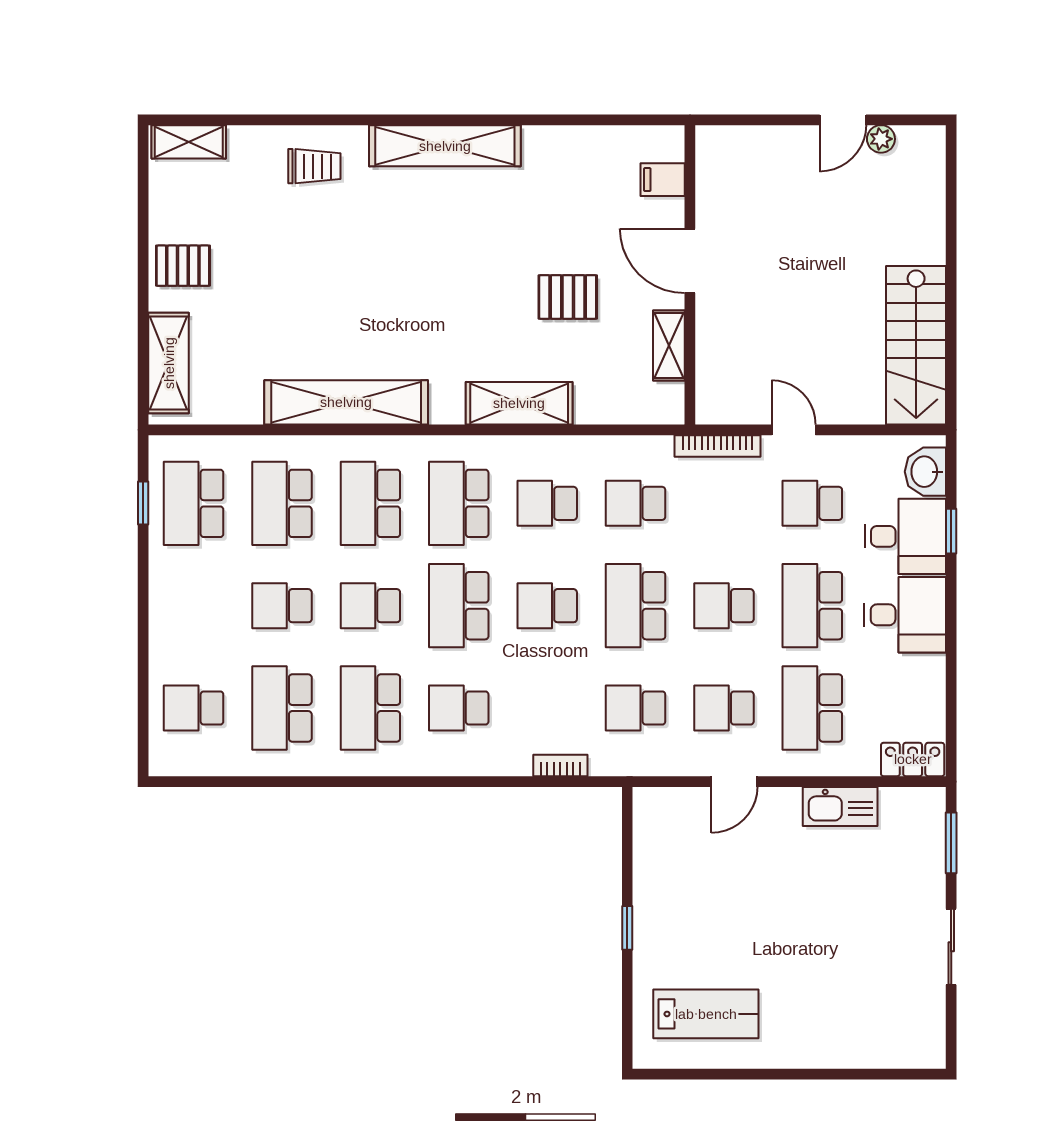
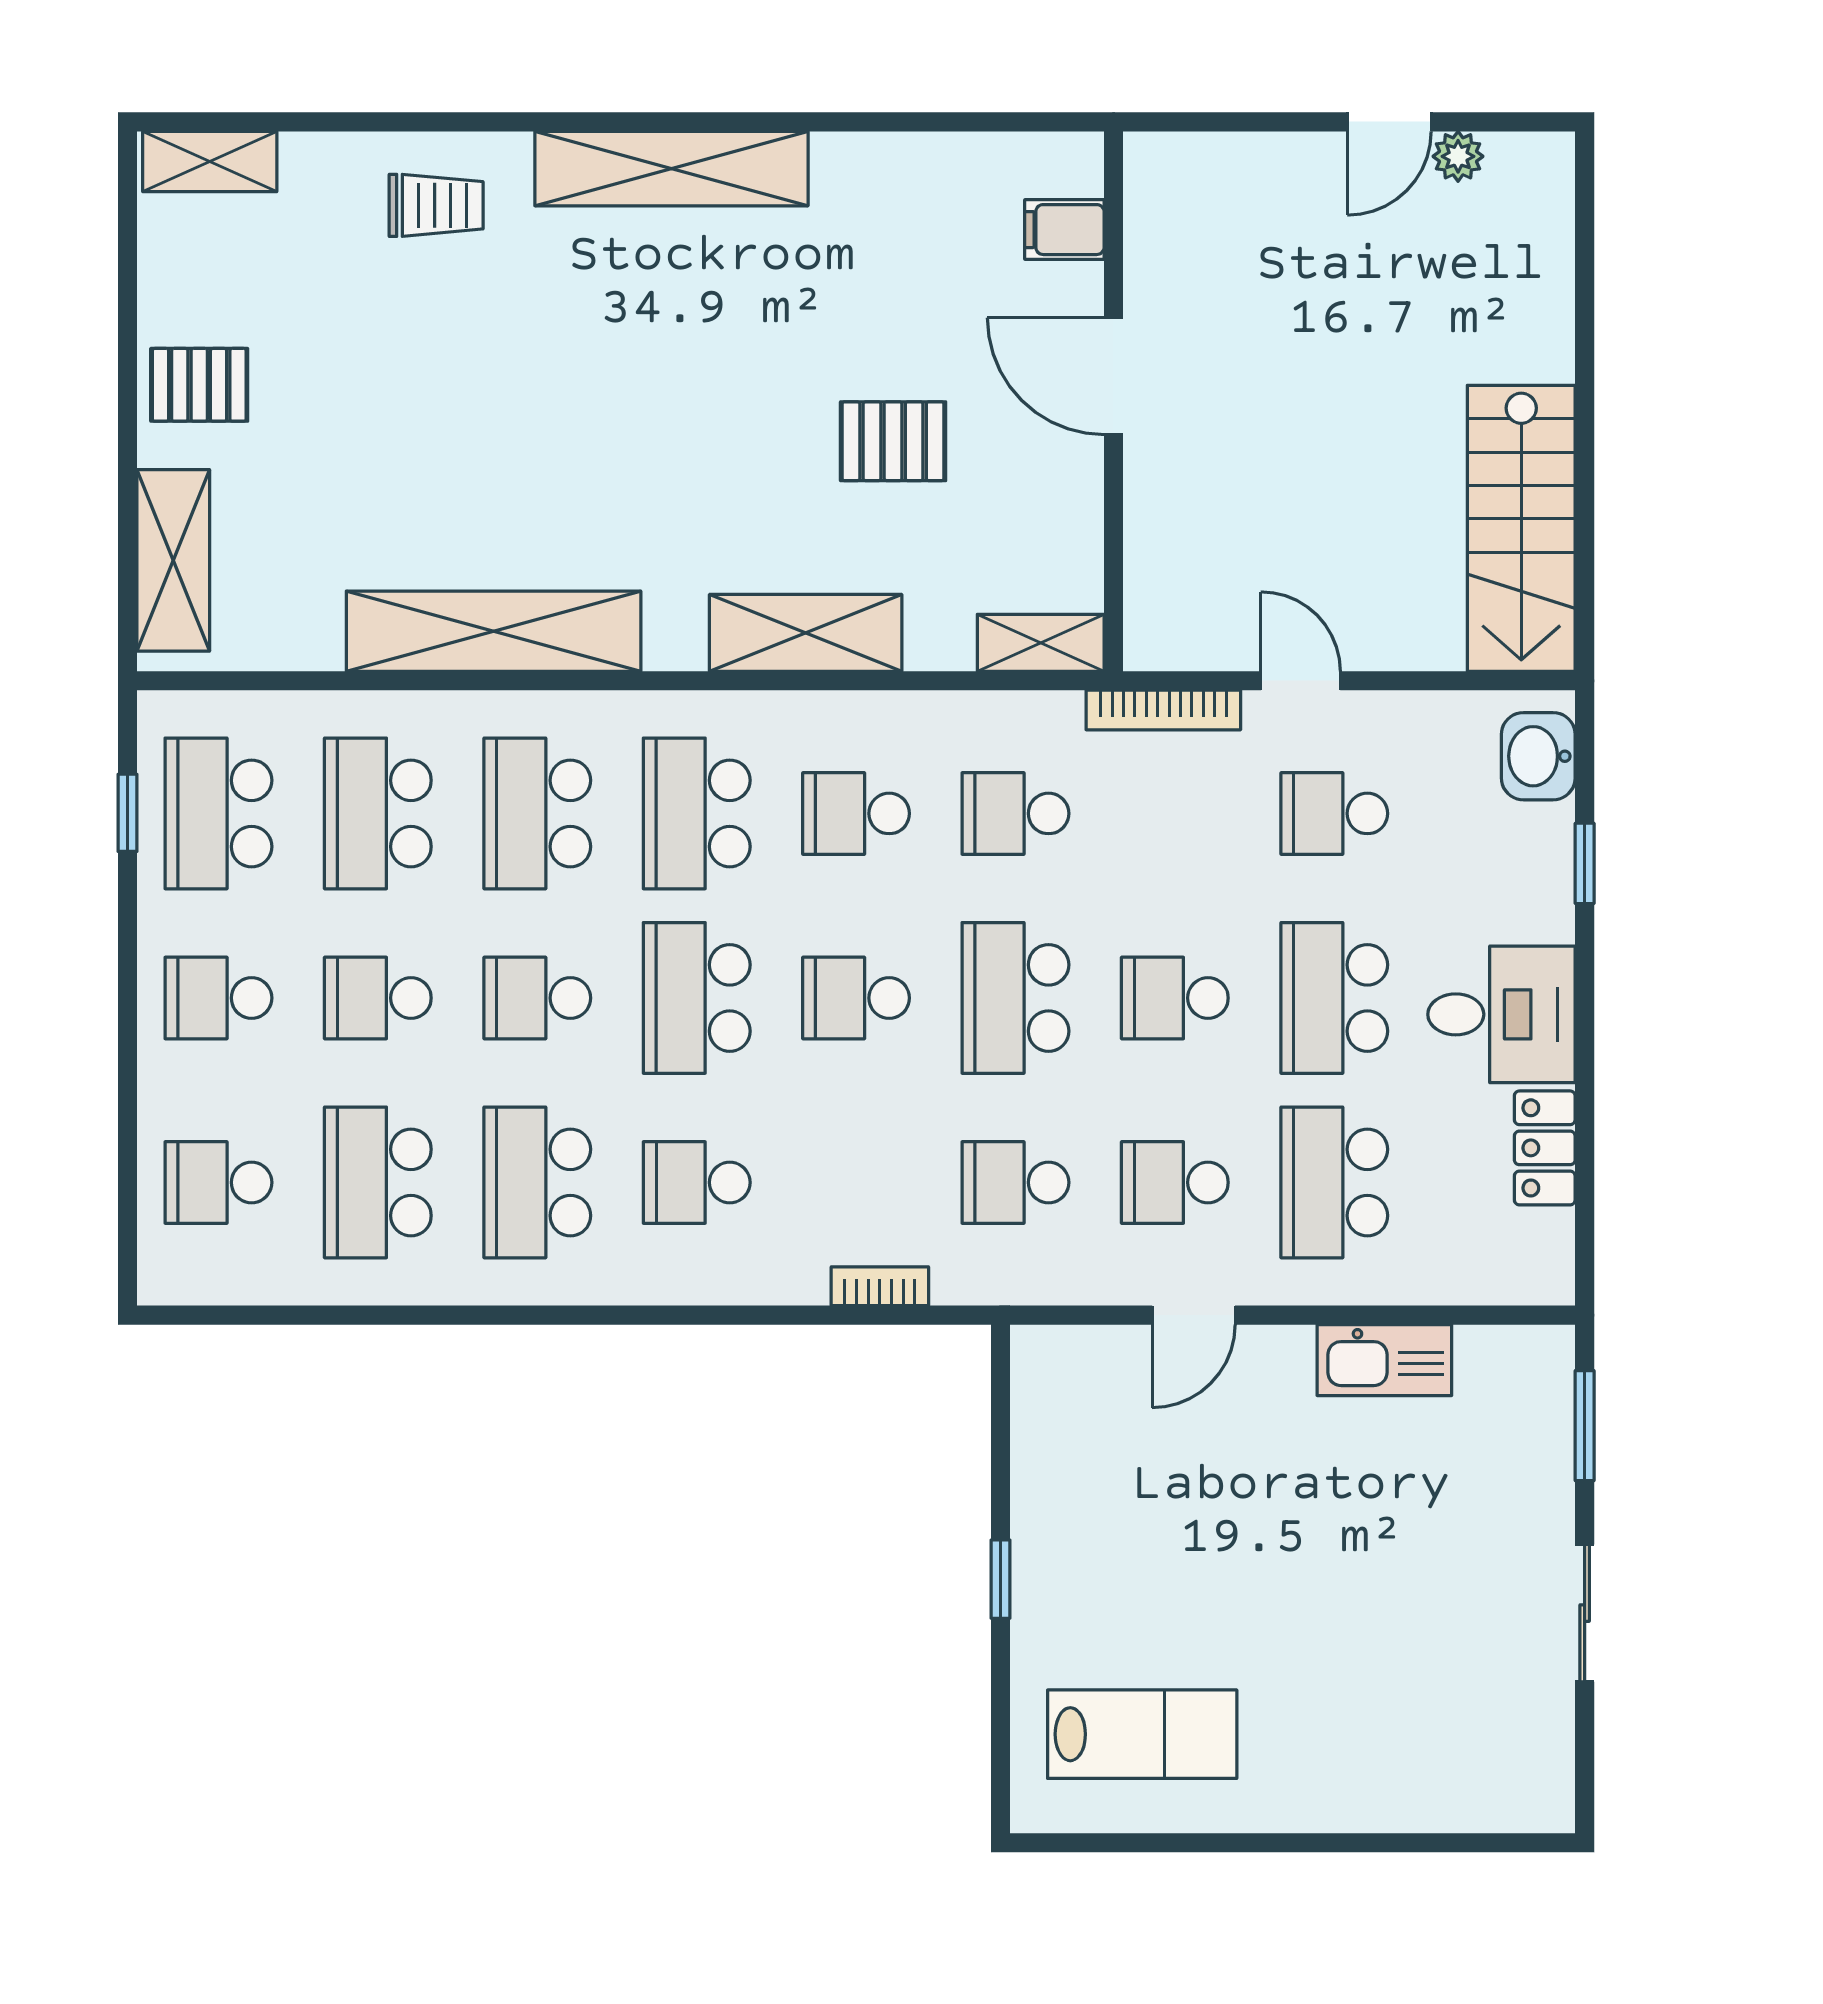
shelving: (669, 345) -> (1041, 643), moved, turned 90
desk: (905, 536) -> (1502, 873), removed
school desk: (194, 606) -> (218, 998), added
locker: (913, 759) -> (1545, 1148), moved, turned -90

